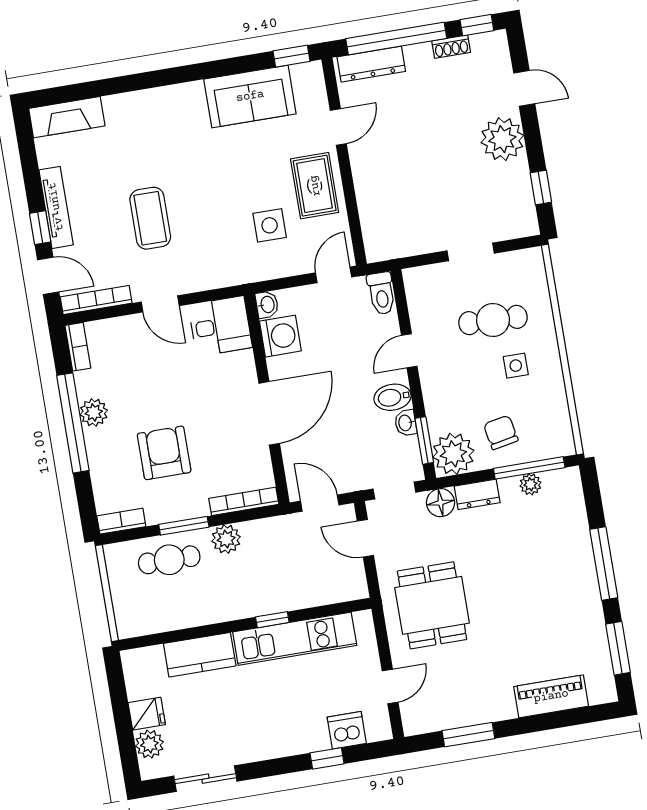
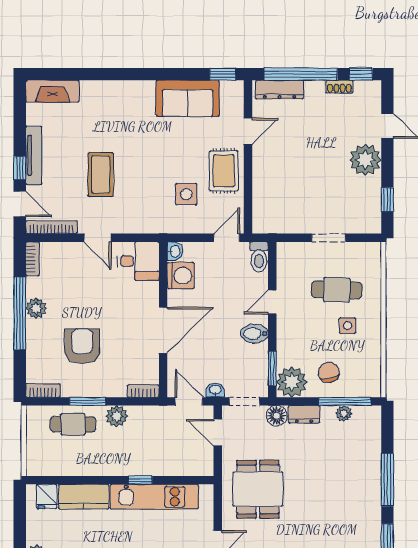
washbasin: (406, 423) -> (215, 390), moved, turned 90
bookcase: (244, 501) -> (143, 391), width x0.64
fridge: (147, 714) -> (47, 496), moved, turned 90

